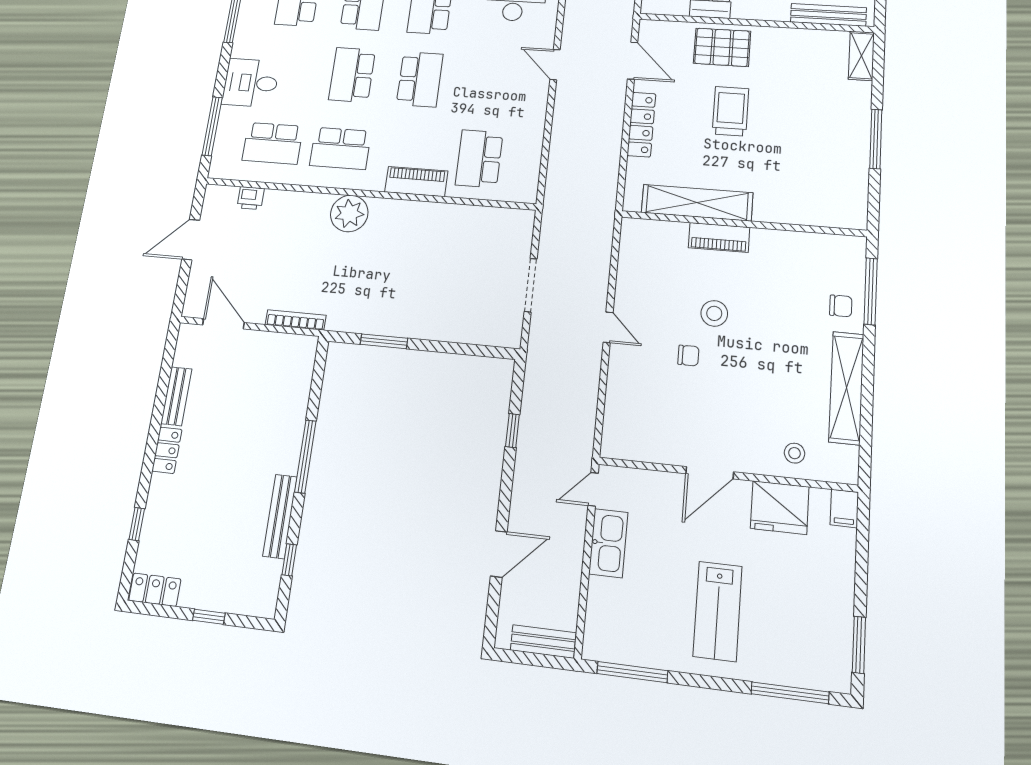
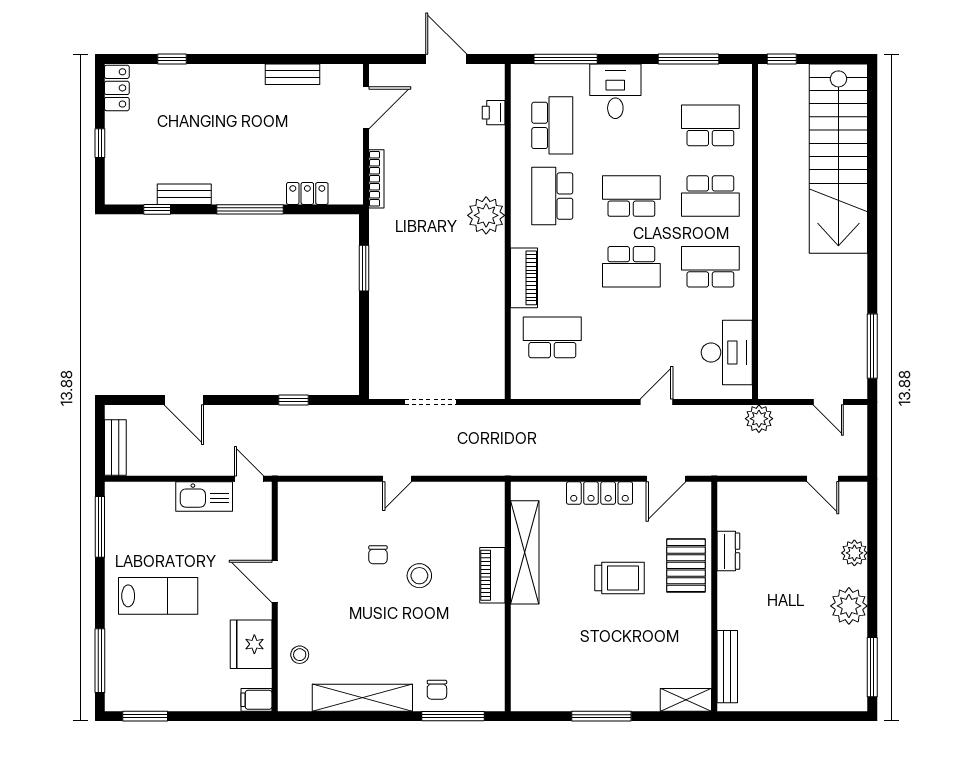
school desk: (273, 143) -> (552, 125), turned 180
locker: (167, 450) -> (307, 193), moved, turned 180
bench: (280, 516) -> (184, 194), width x0.73
lab bench: (717, 611) -> (158, 596), turned 180

